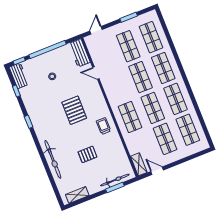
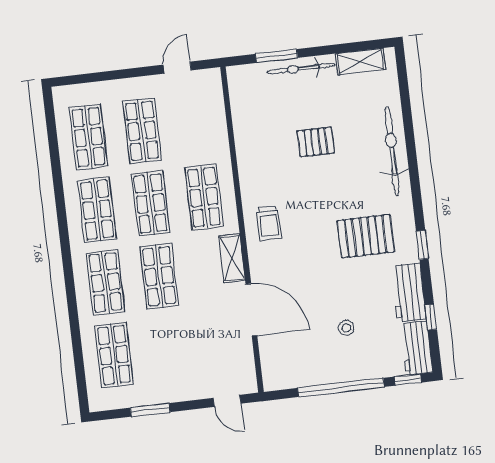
door: (96, 30) -> (227, 401), hinge flipped
shop shelf: (128, 46) -> (168, 349), removed
workbench: (79, 53) -> (409, 293), moved, turned 180
door: (96, 73) -> (251, 310), width x1.87
pallet: (74, 110) -> (366, 236), moved, turned 90
trolley: (103, 126) -> (269, 223), moved
shelving: (139, 164) -> (232, 258), moved
door: (157, 171) -> (177, 68), swing flipped
bicycle: (115, 180) -> (301, 68), moved

